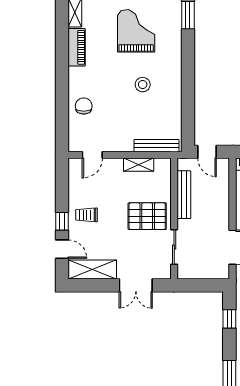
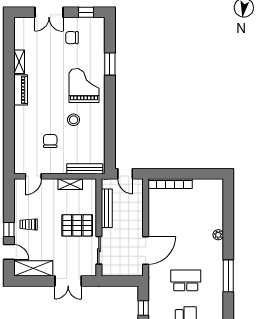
grand piano: (136, 31) -> (84, 85), moved
chair: (84, 106) -> (50, 141), moved

